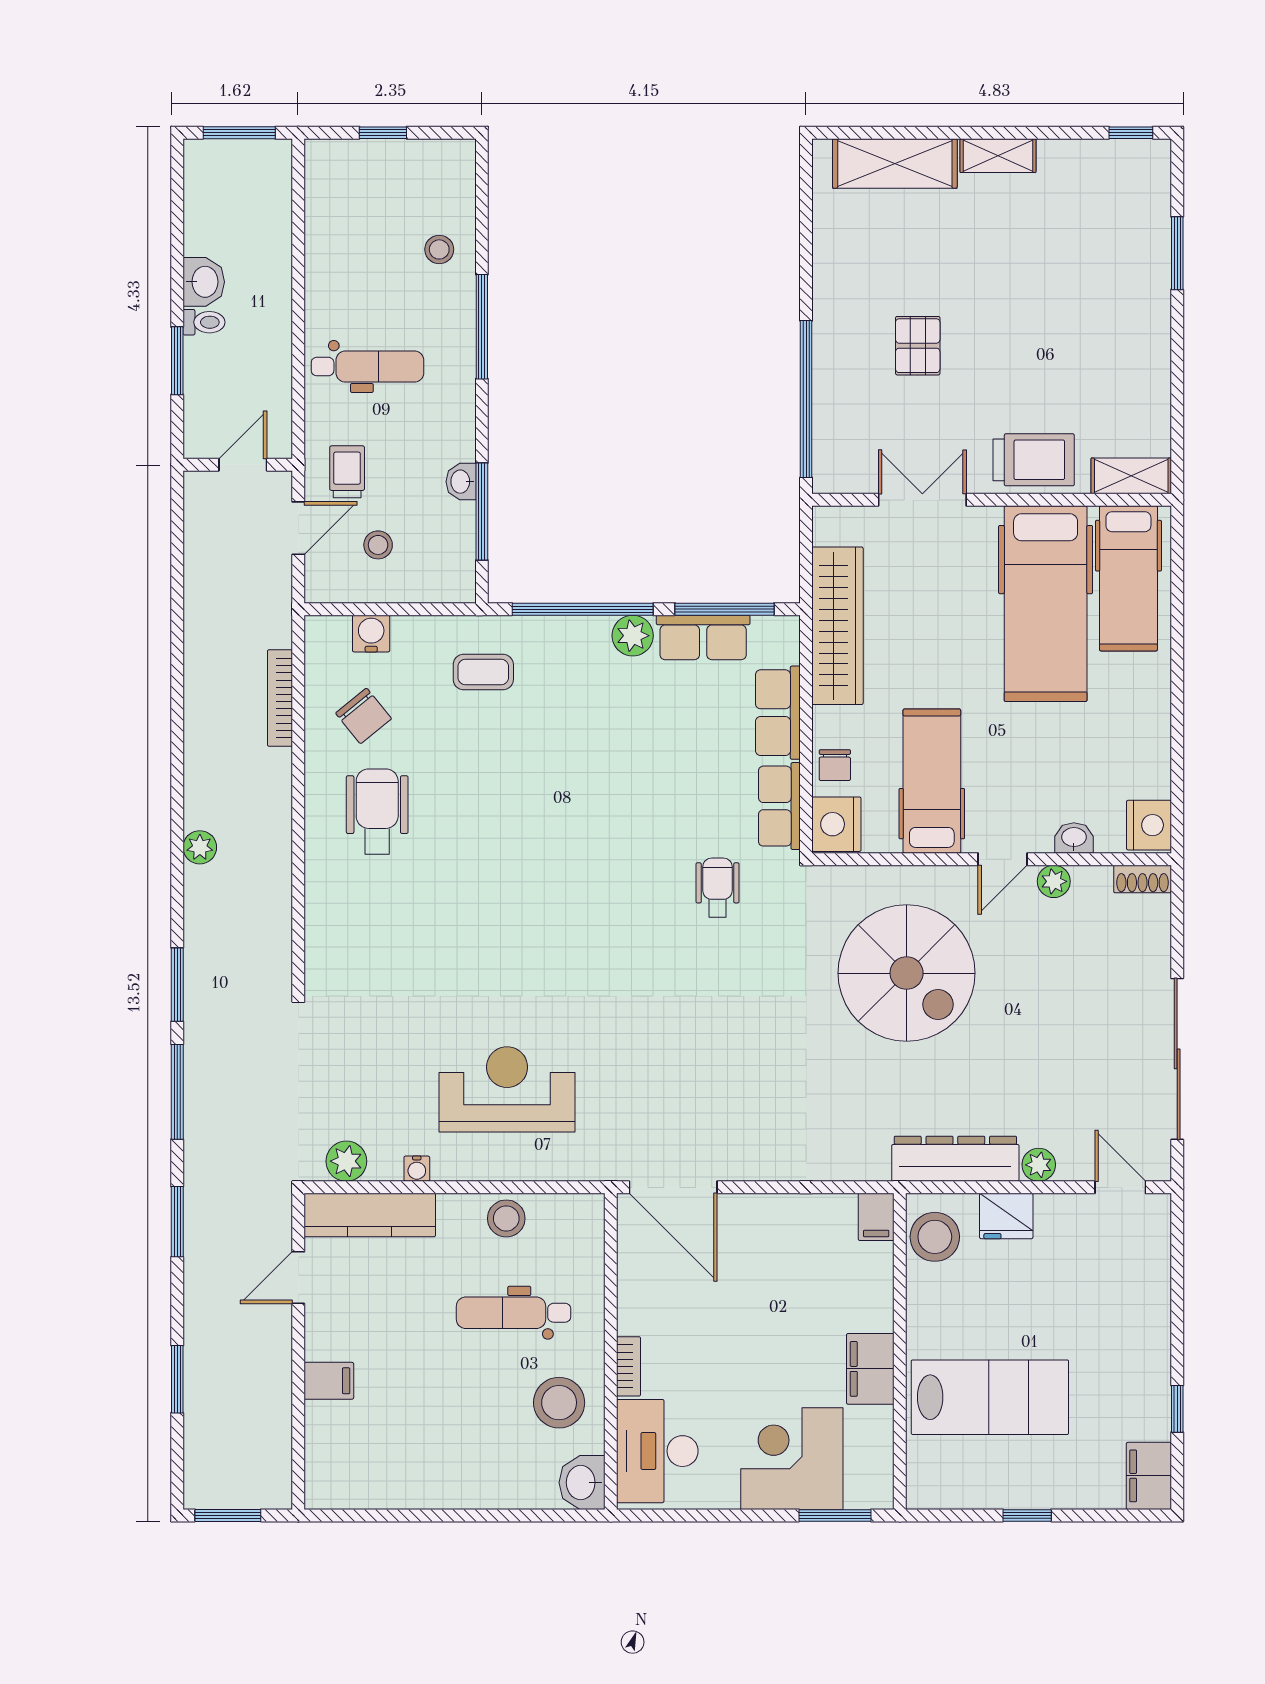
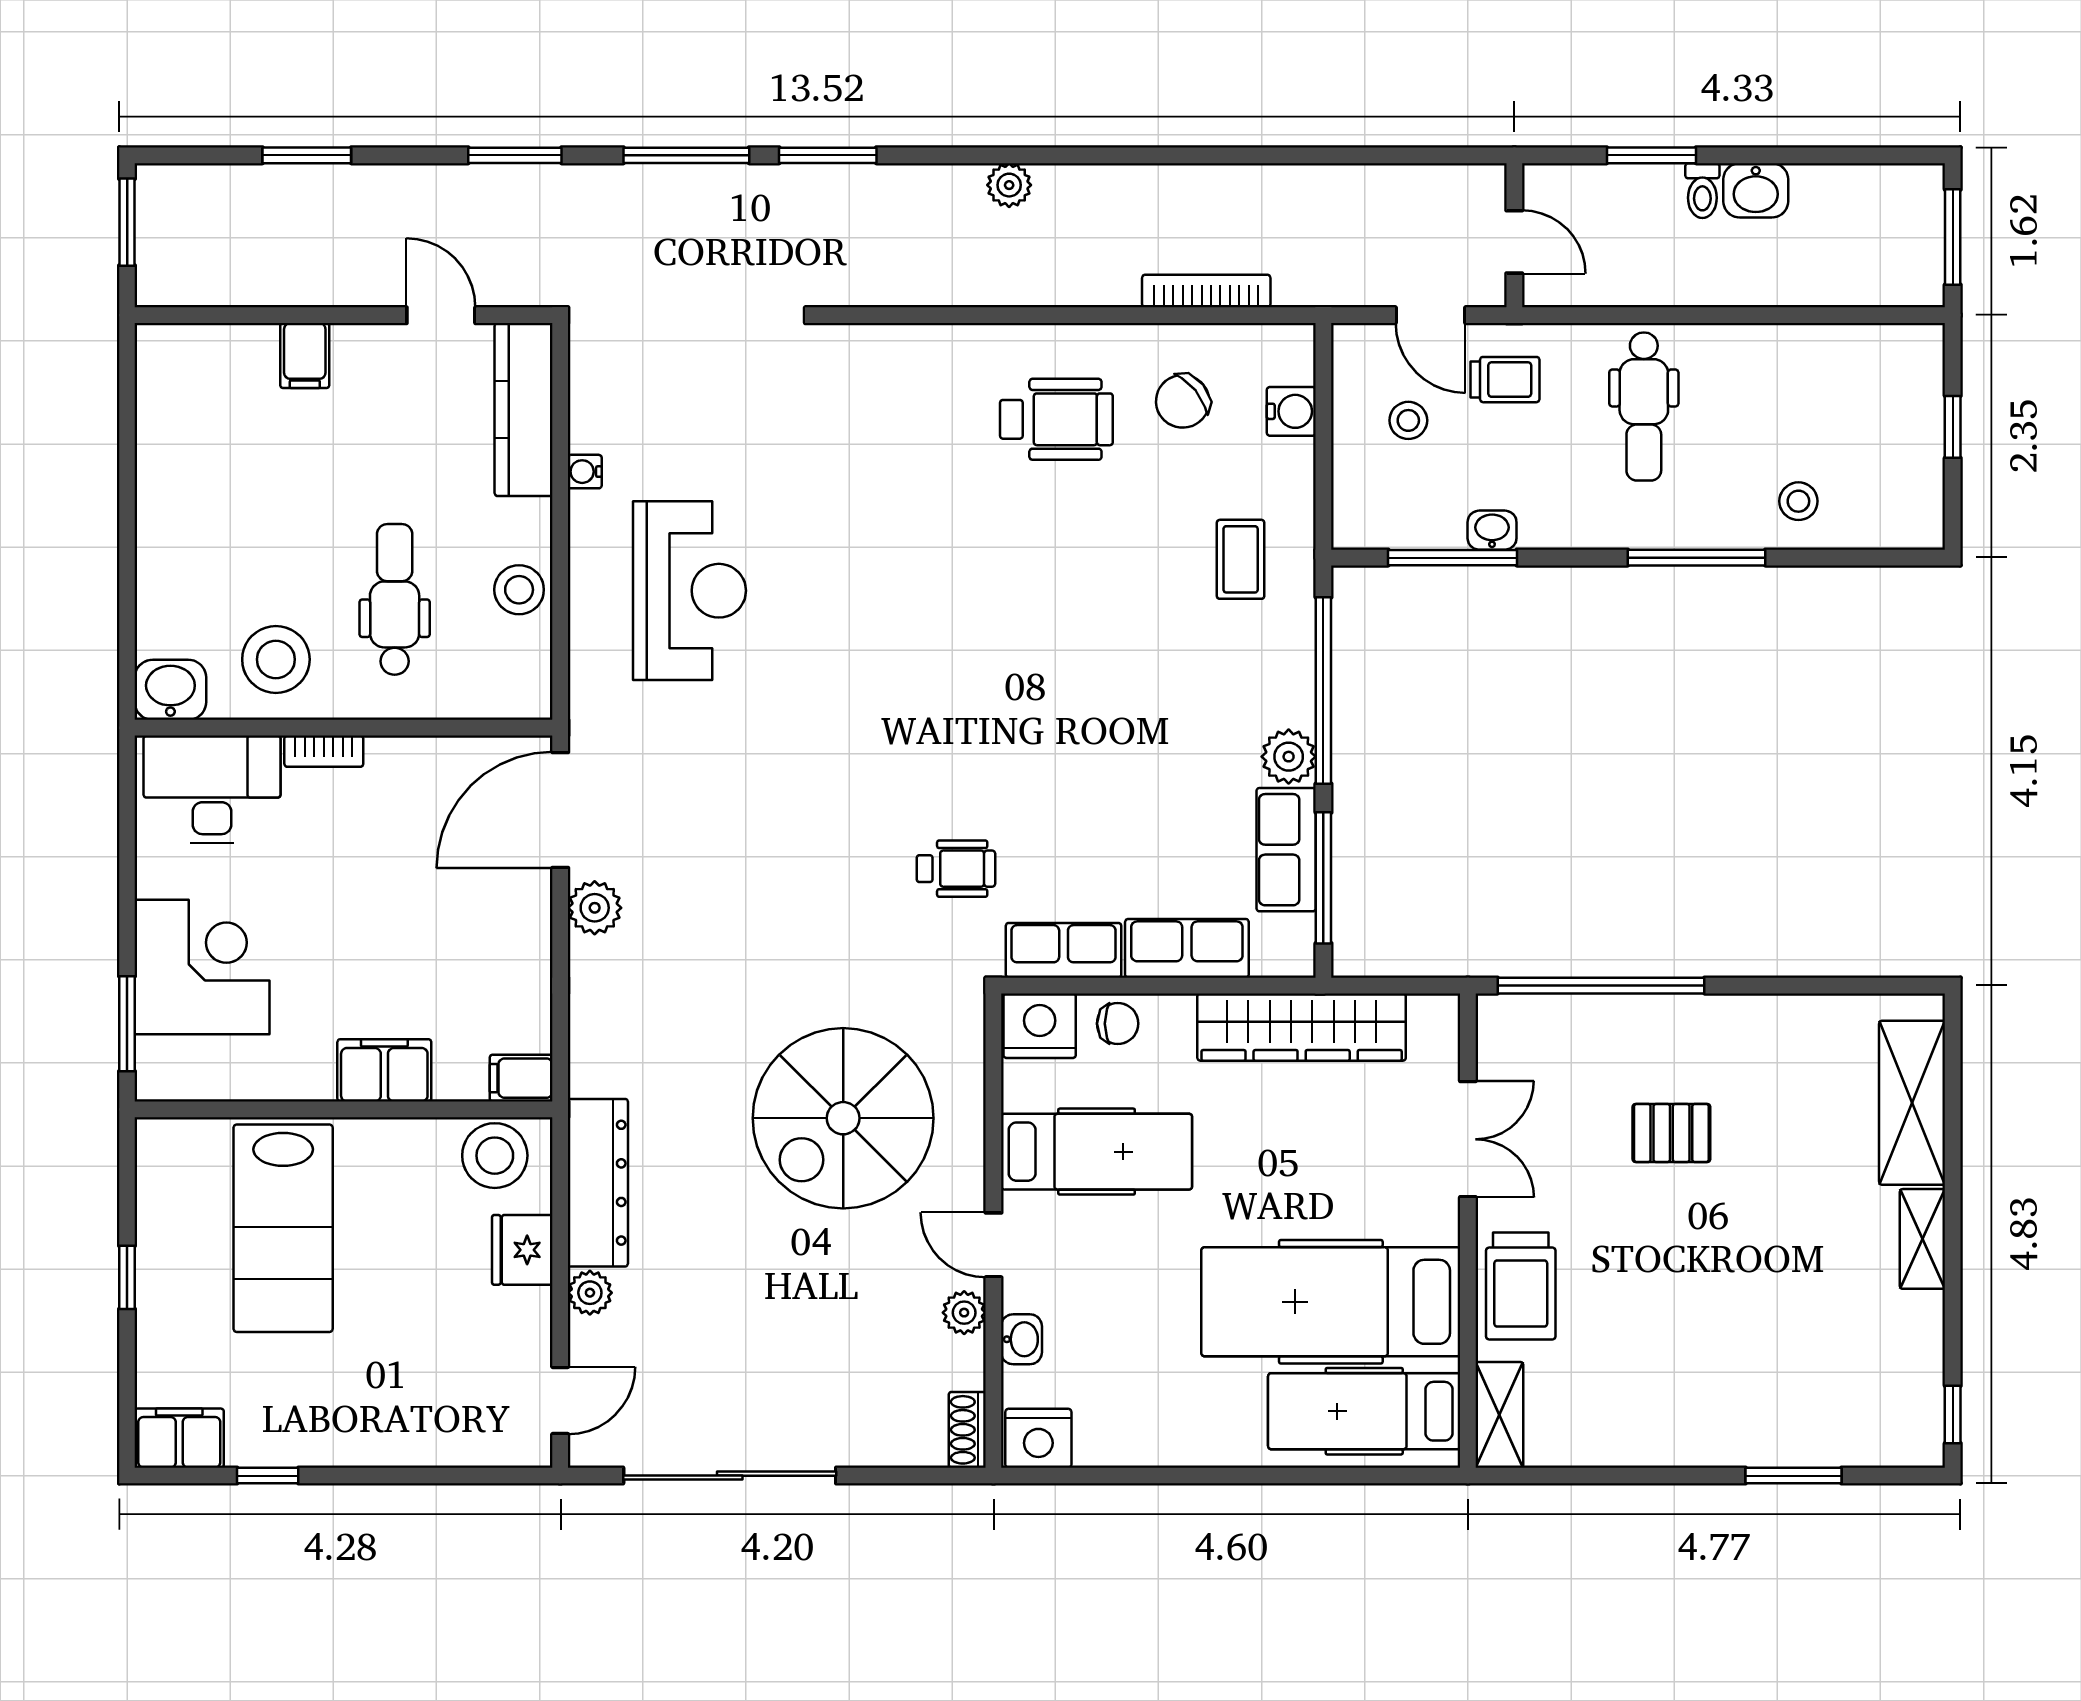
chair: (835, 765) -> (1118, 1024), turned 180
plant: (346, 1161) -> (595, 908), moved
filing cabinet: (870, 1369) -> (384, 1070), moved

